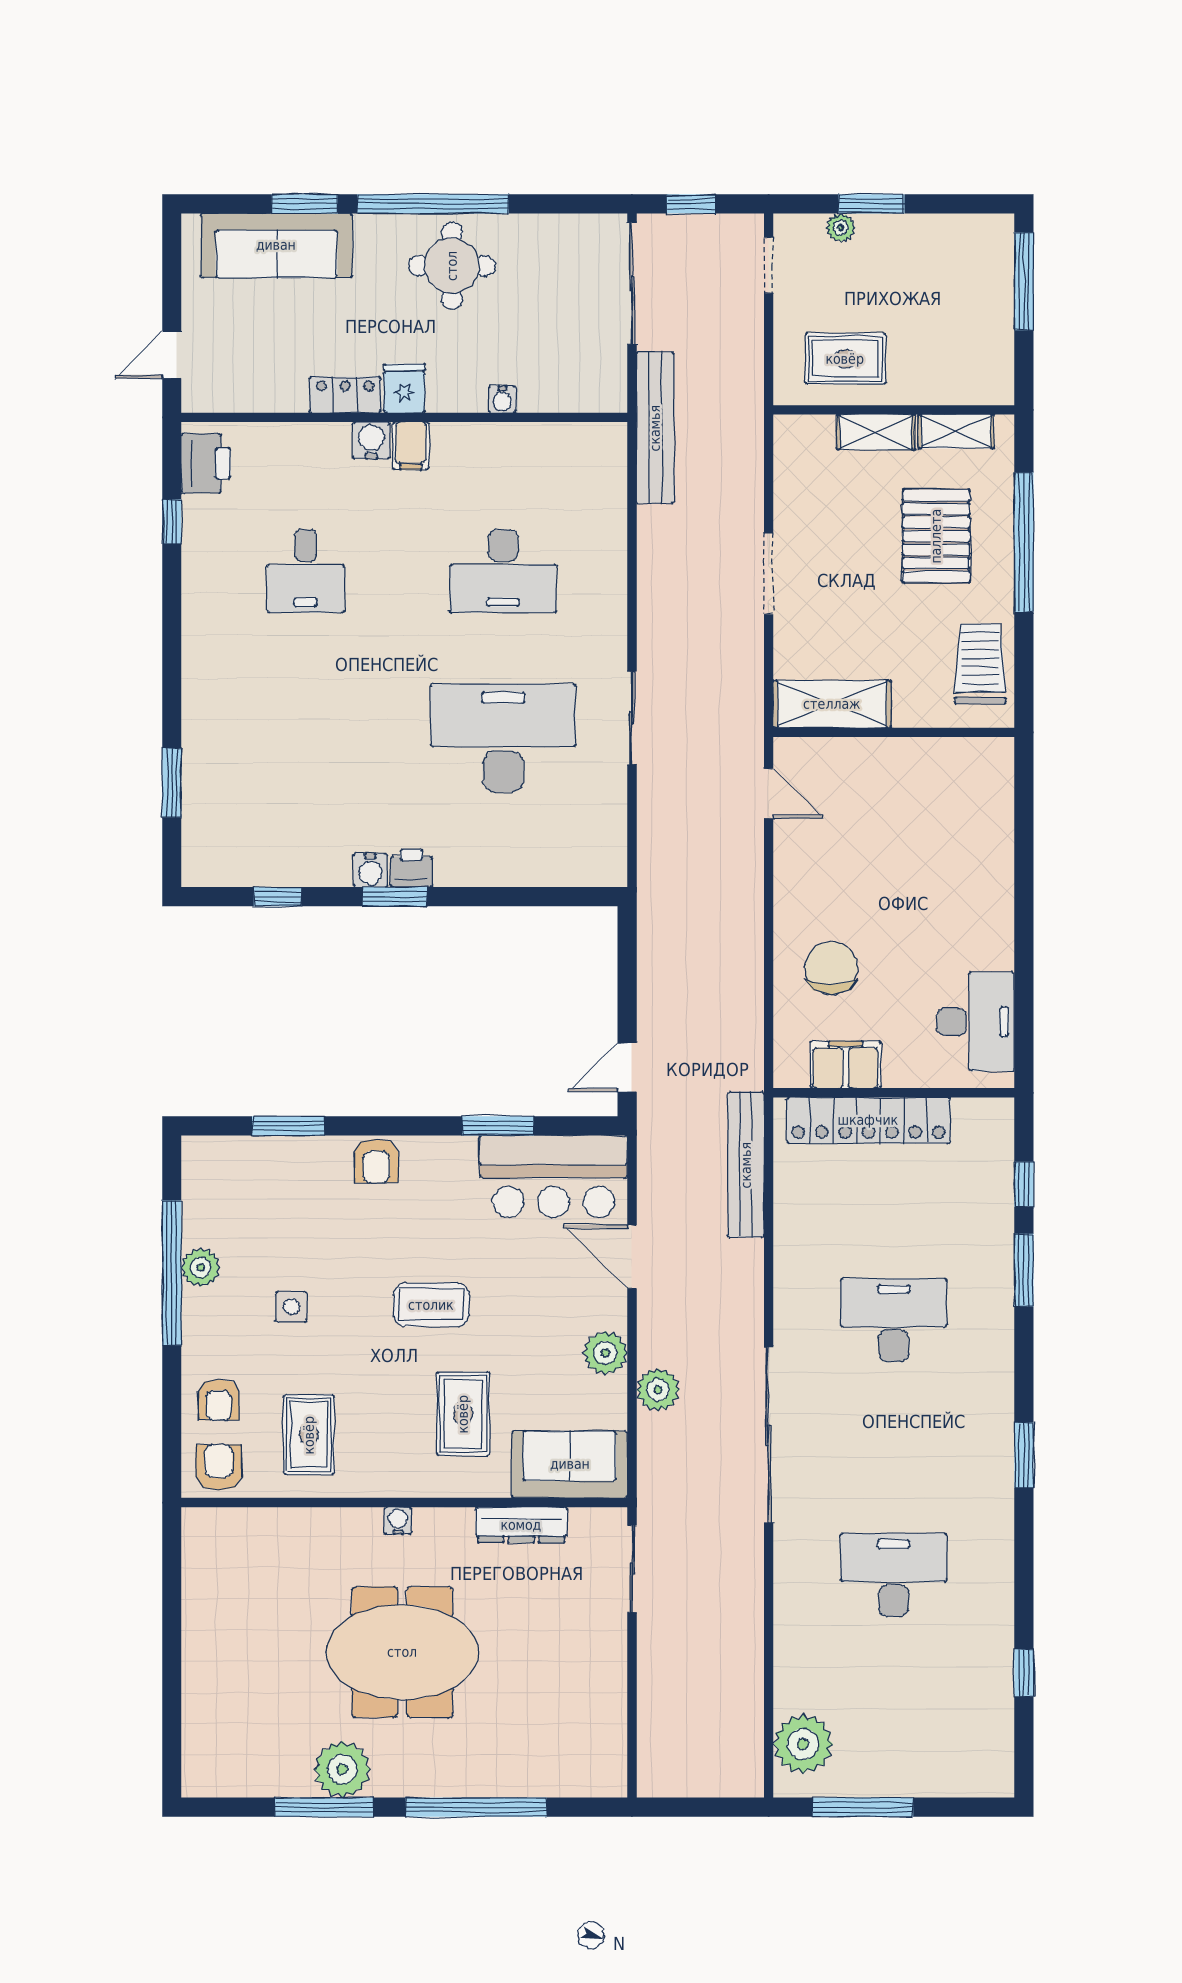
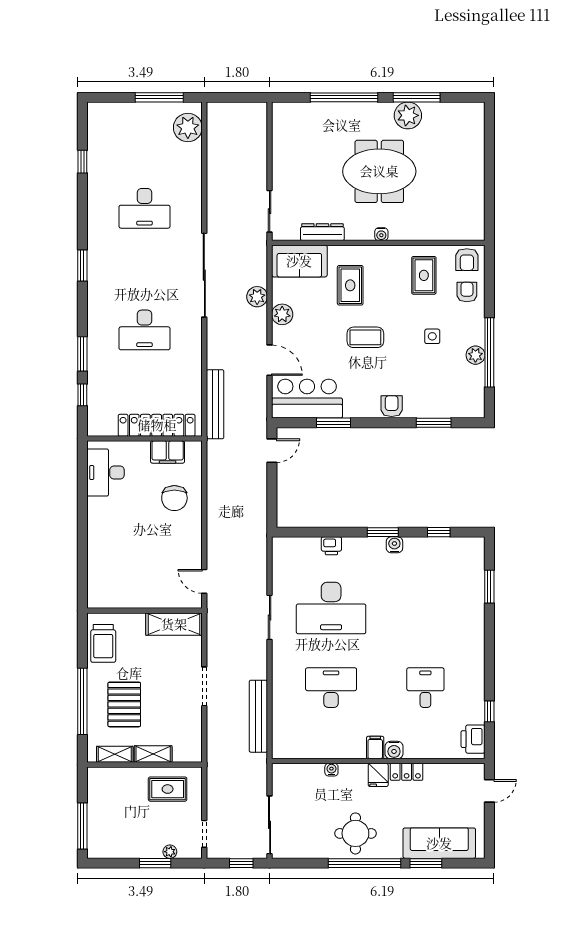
bench: (655, 428) -> (258, 716), moved
printer: (411, 868) -> (331, 546), moved

